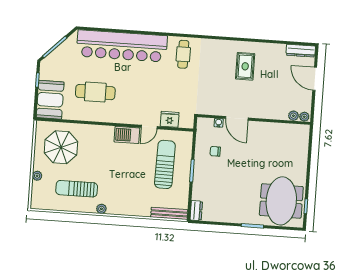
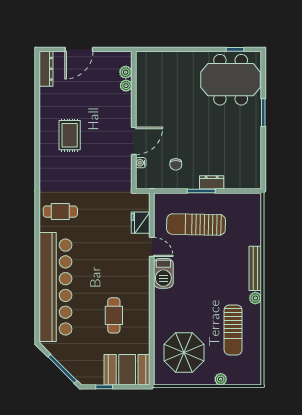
rug: (245, 66) -> (70, 135), turned 90
cafe table: (95, 92) -> (114, 315), width x0.73, depth x0.74
plant: (304, 117) -> (126, 86), moved
dresser: (196, 211) -> (212, 182), moved
bench: (169, 213) -> (255, 268), moved

